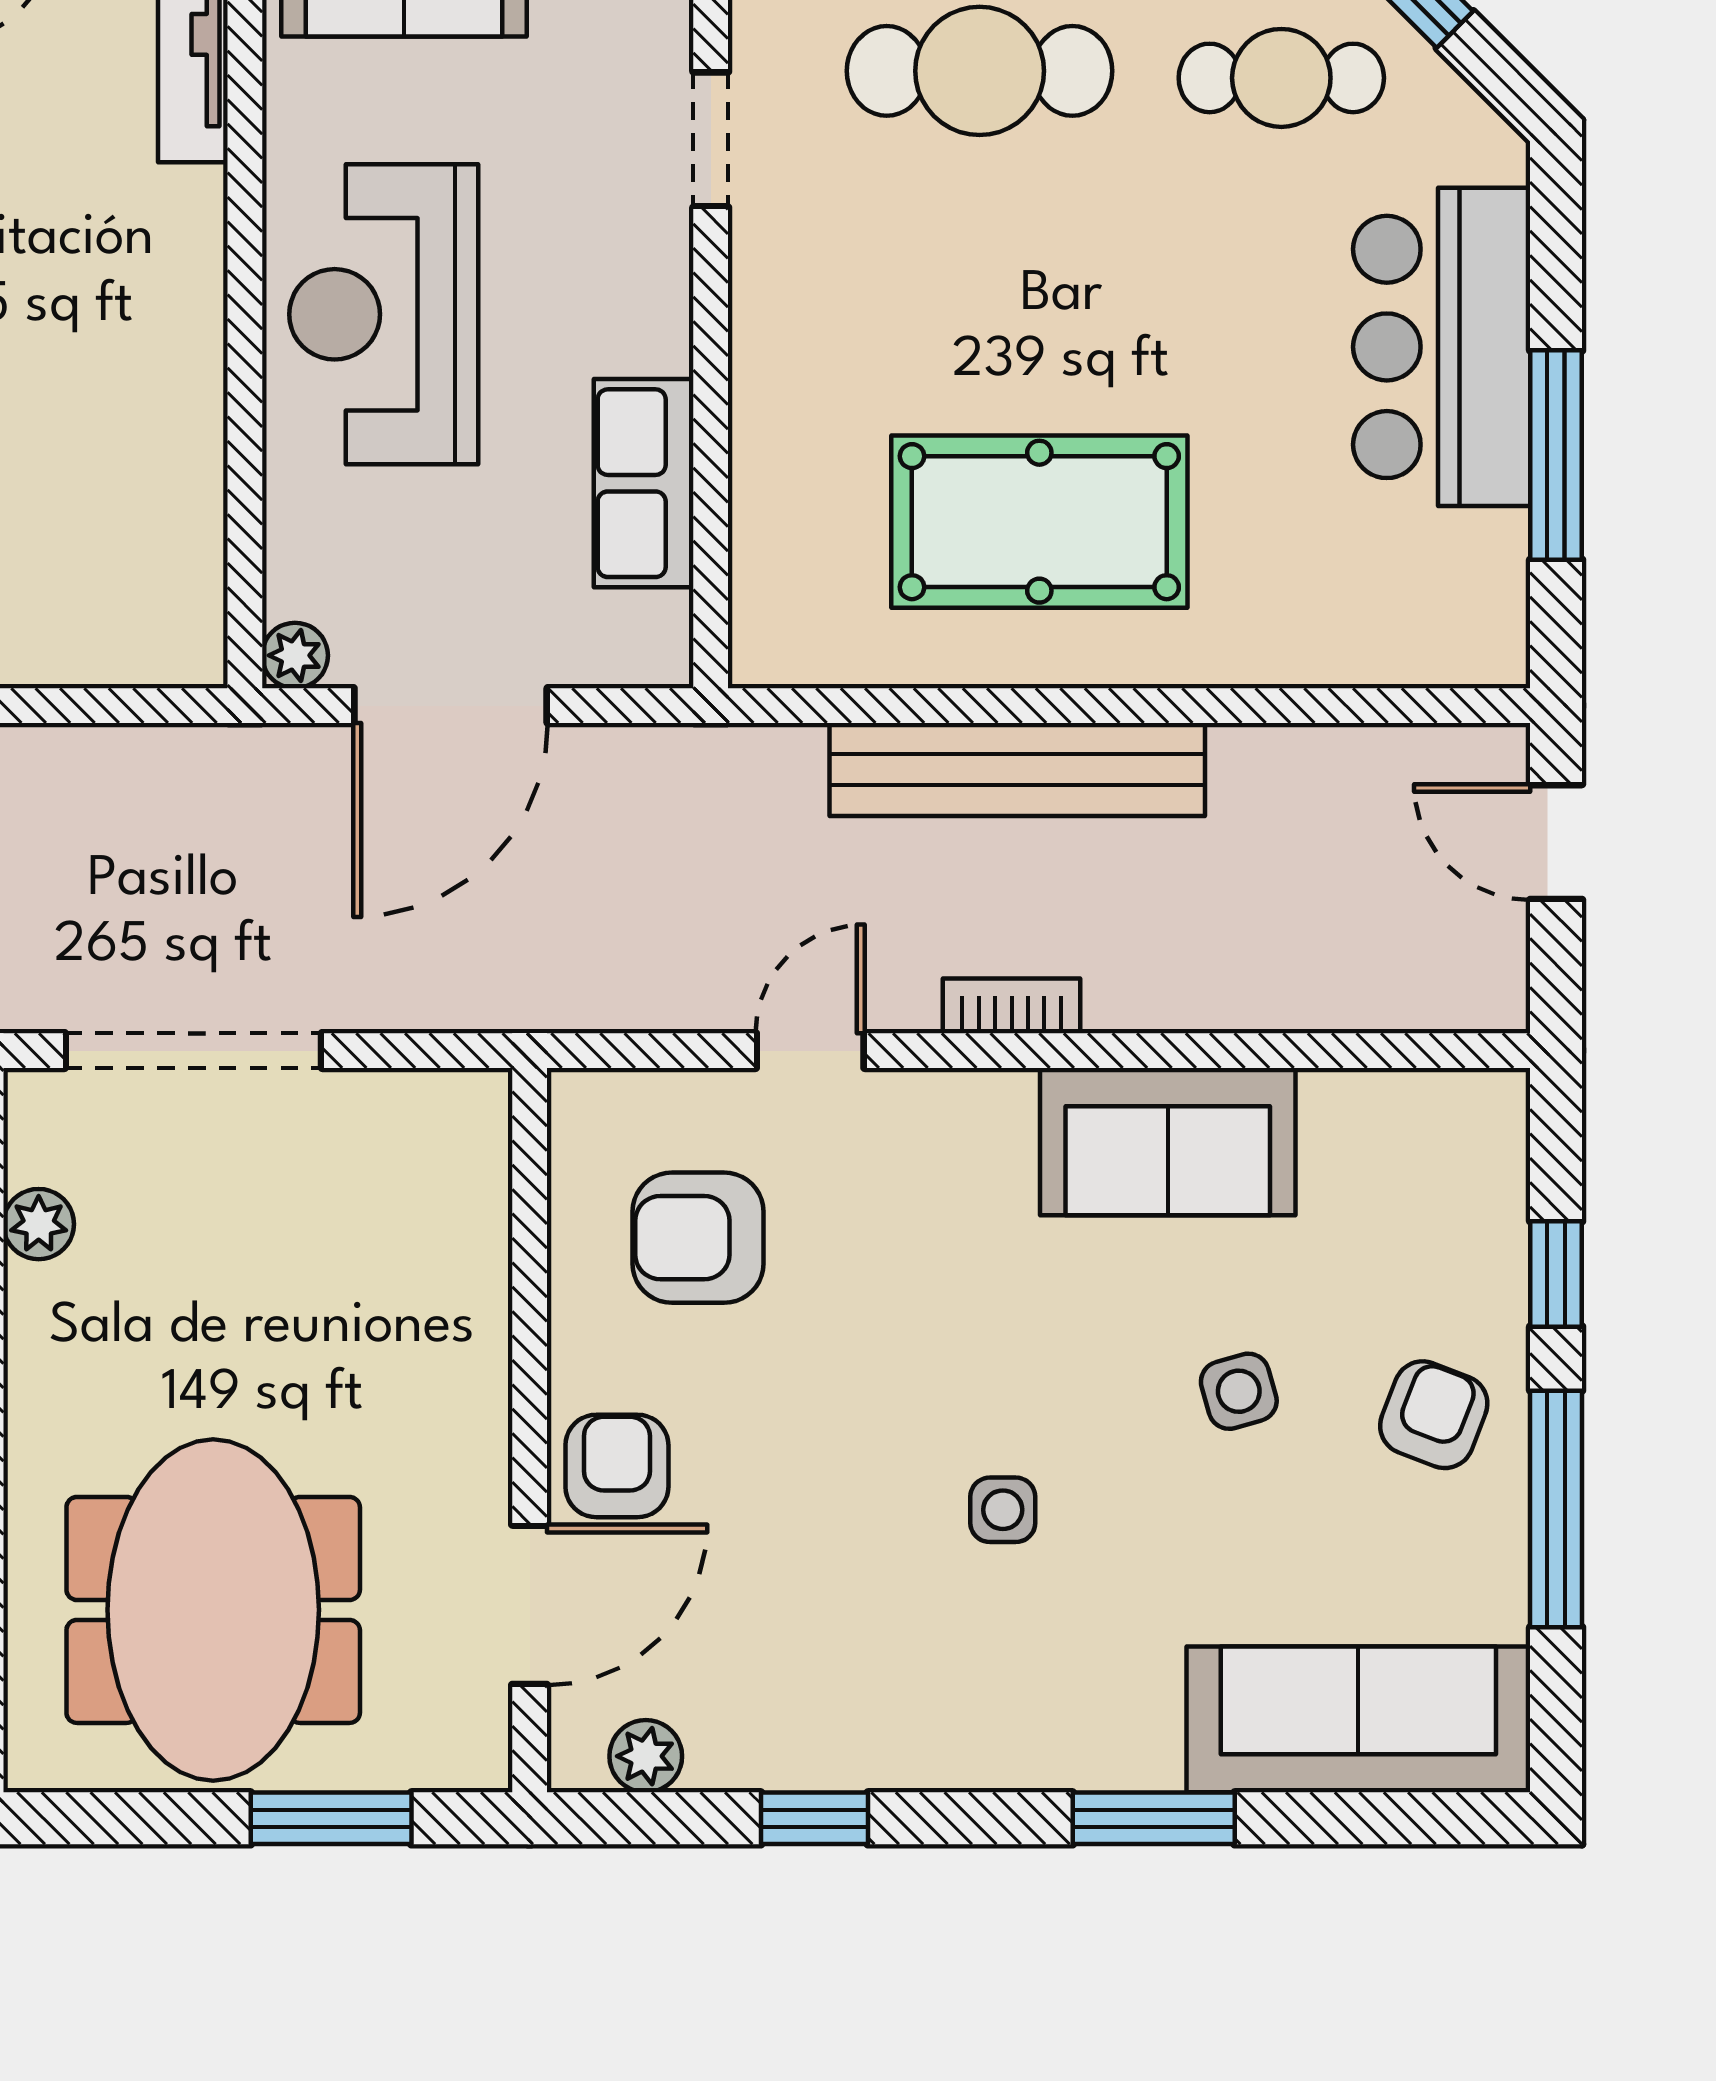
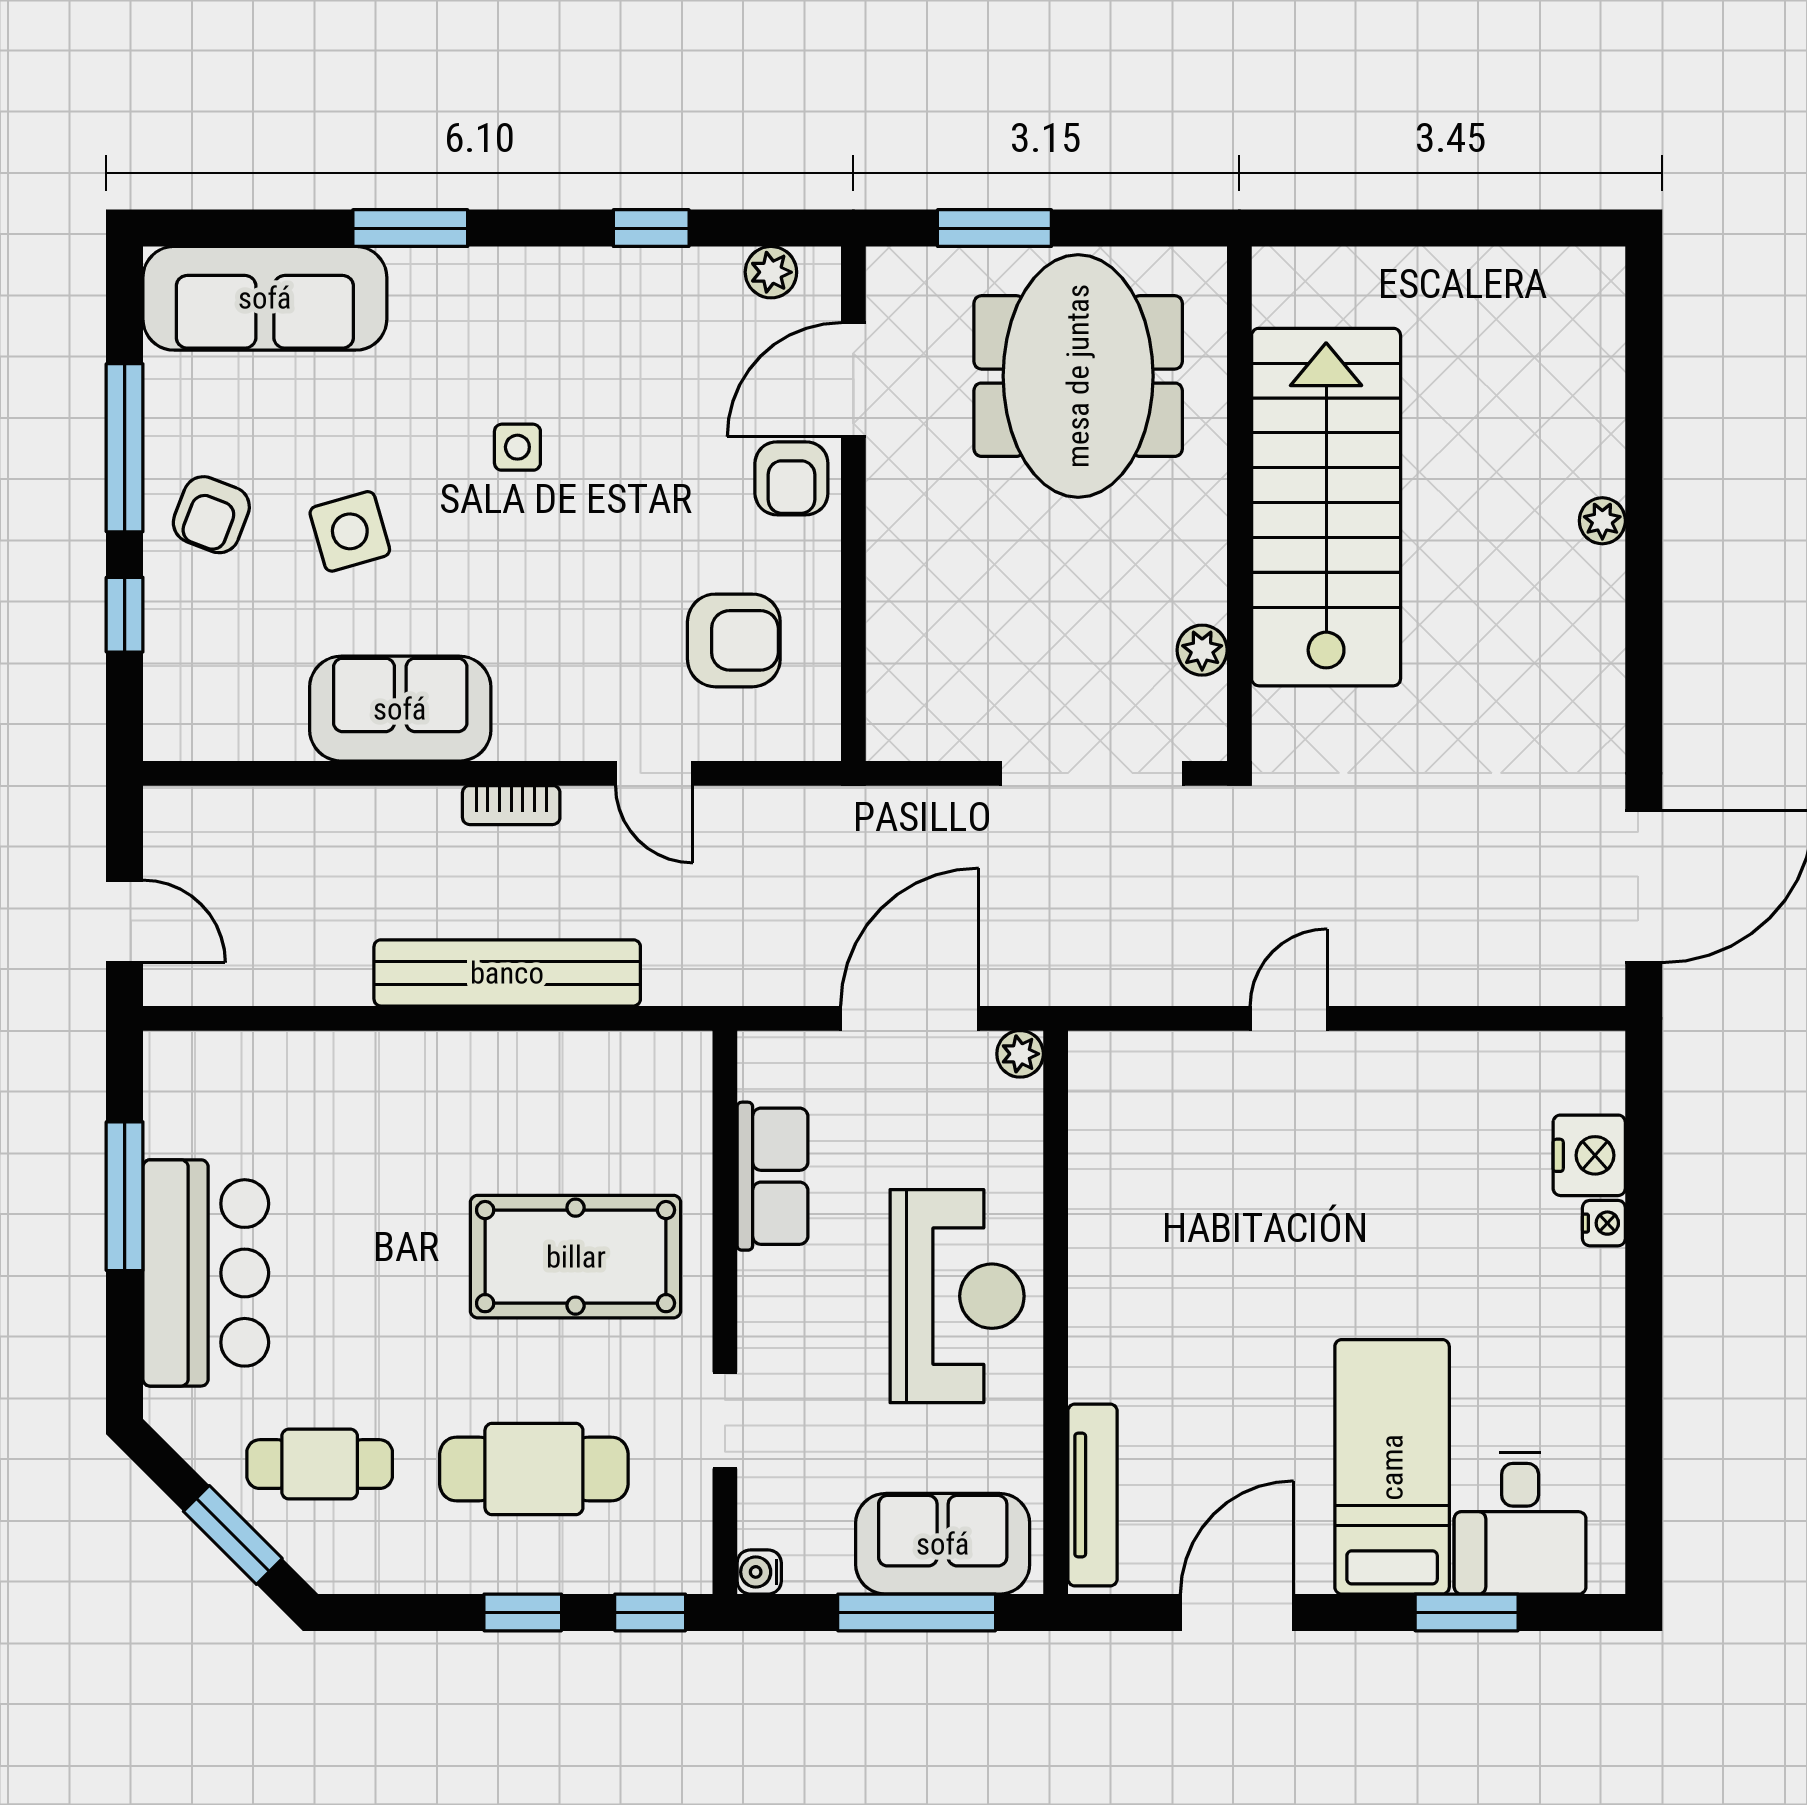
pool table: (1039, 522) -> (576, 1257), moved
door: (810, 1051) -> (654, 773), hinge flipped
side table: (1239, 1391) -> (350, 531), width x1.37, depth x1.37

